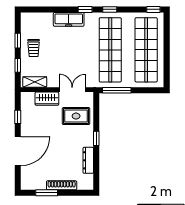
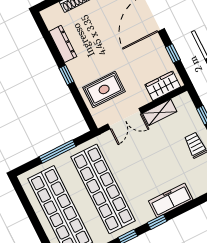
shelving: (35, 82) -> (160, 112), moved
window: (117, 90) -> (57, 151), moved
wardrobe: (47, 99) -> (163, 86), moved

